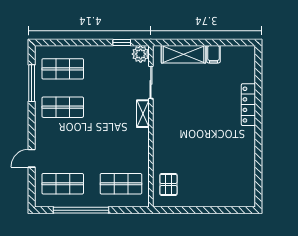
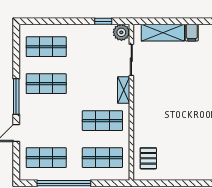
window: (32, 83) -> (16, 97), moved
shop shelf: (121, 145) -> (102, 121), added

